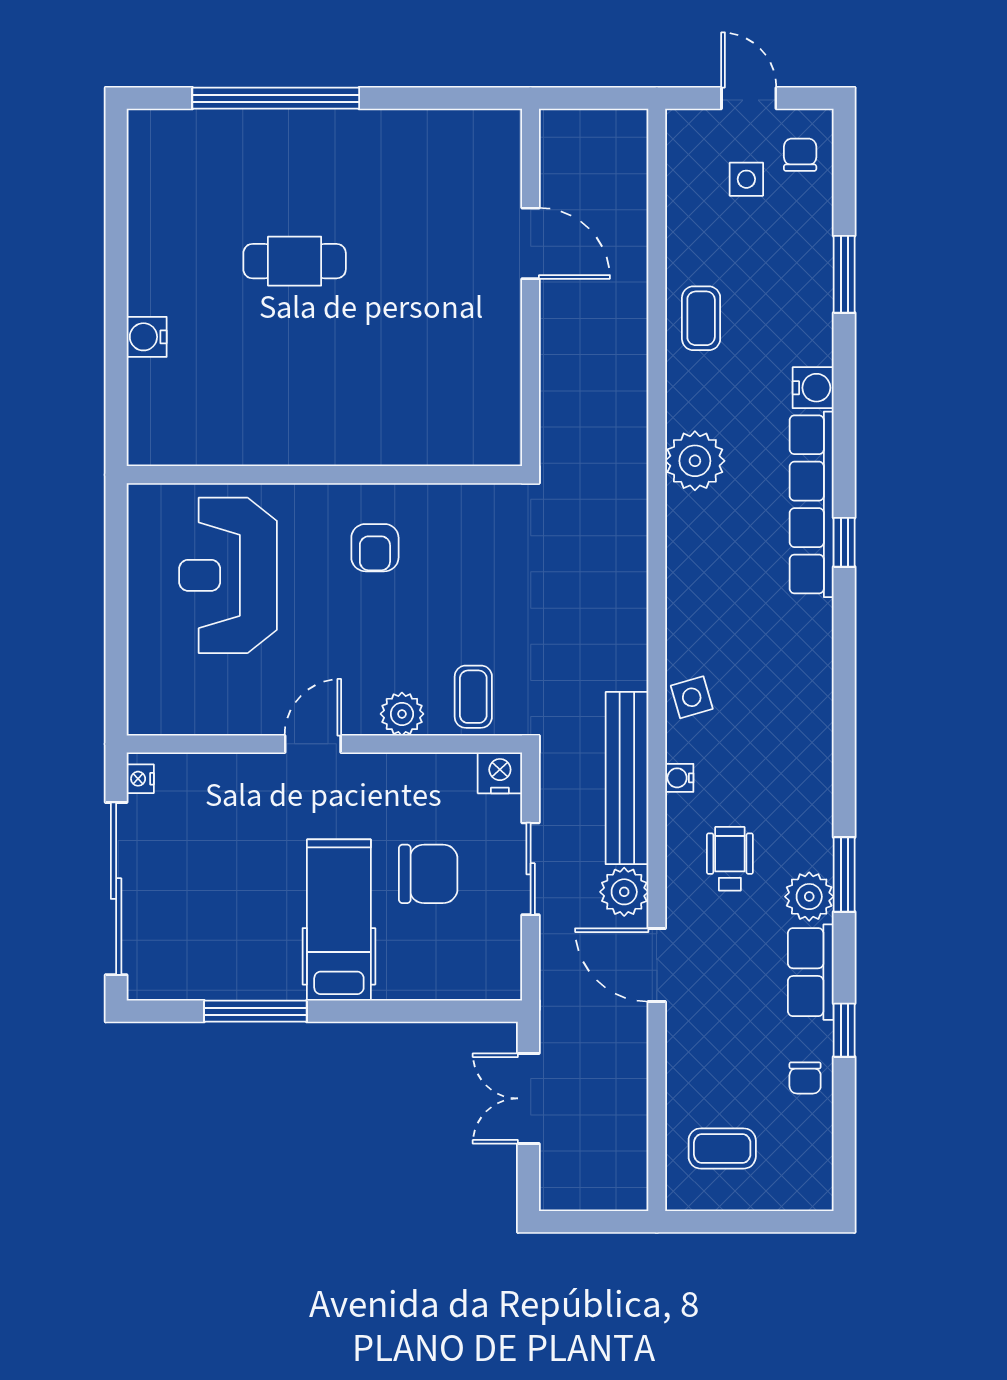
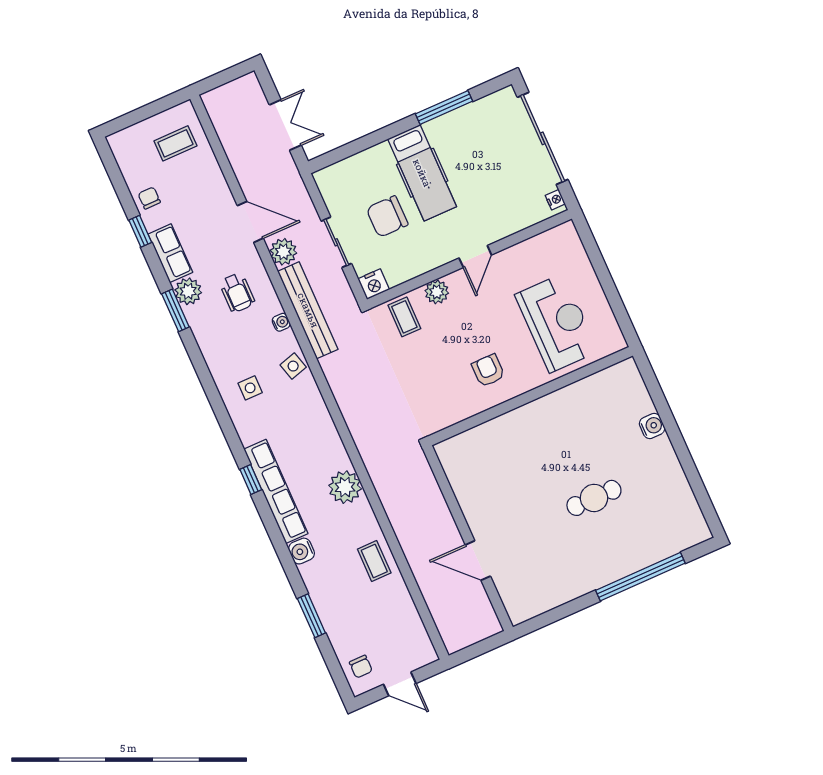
side table: (746, 179) -> (250, 388), moved

